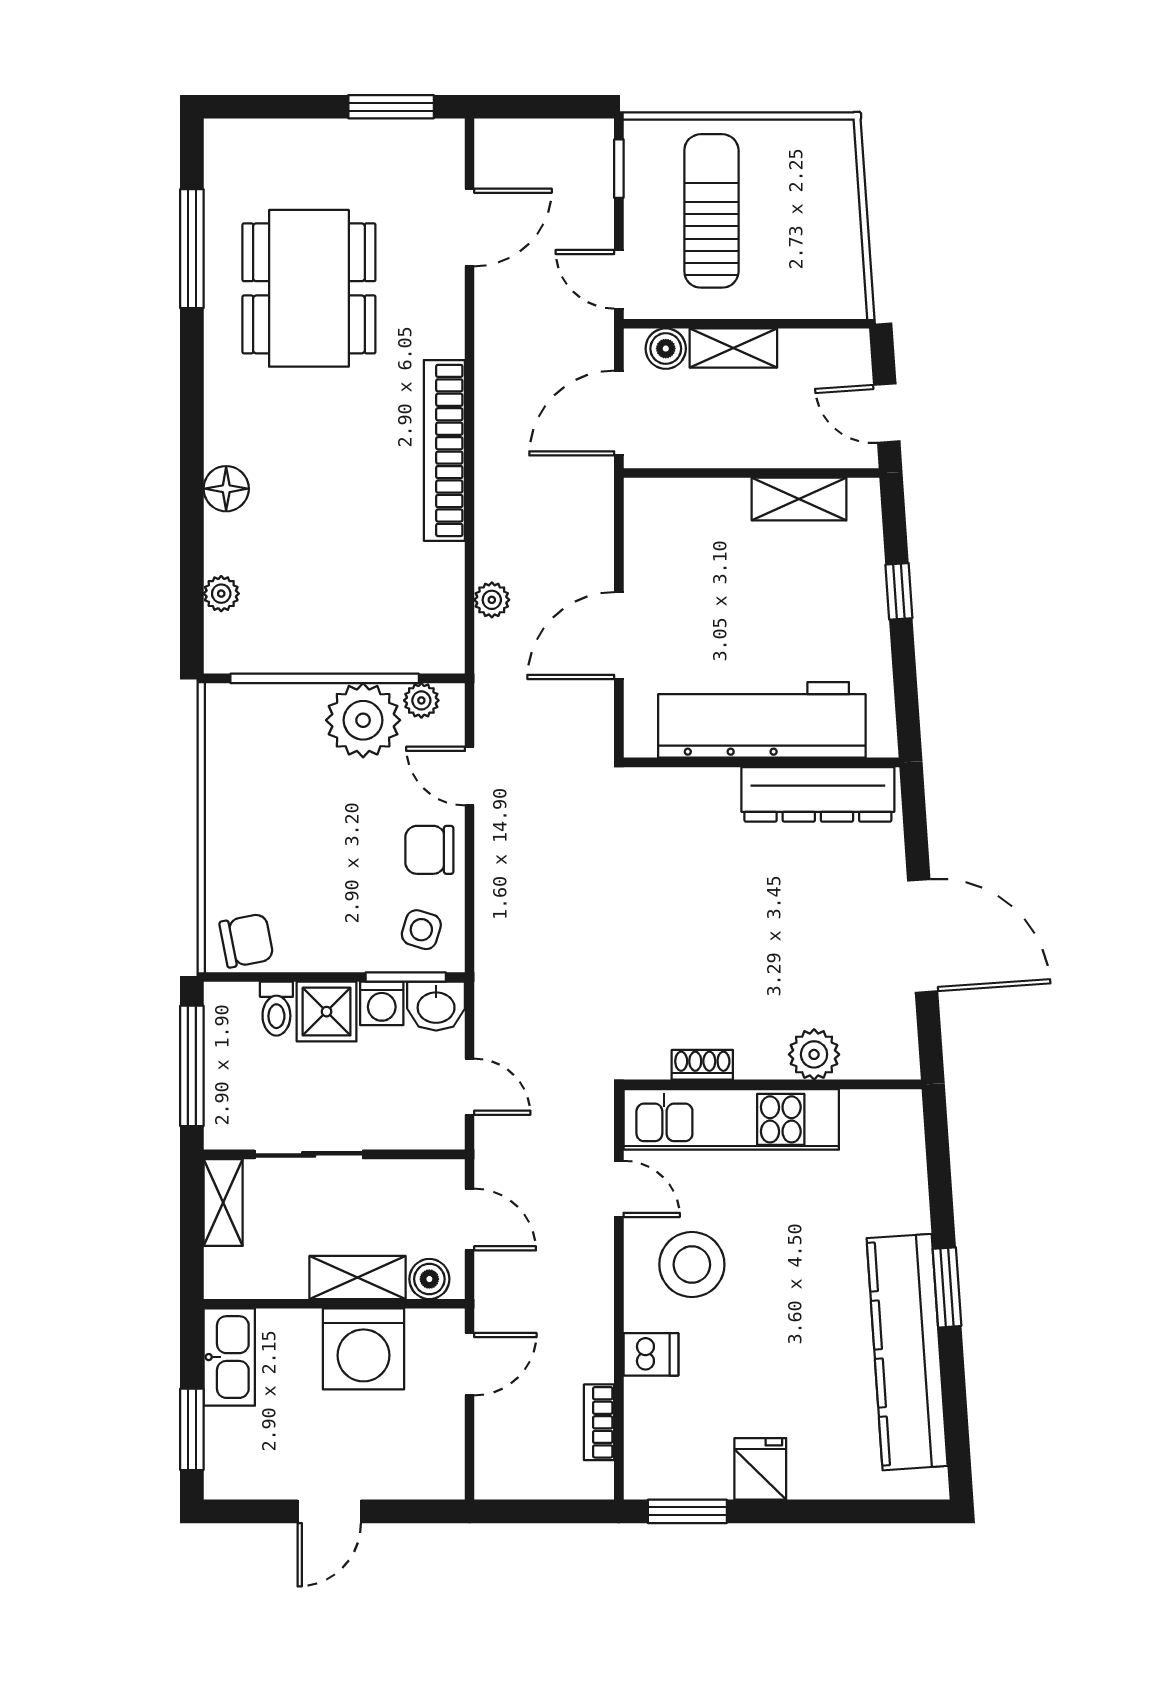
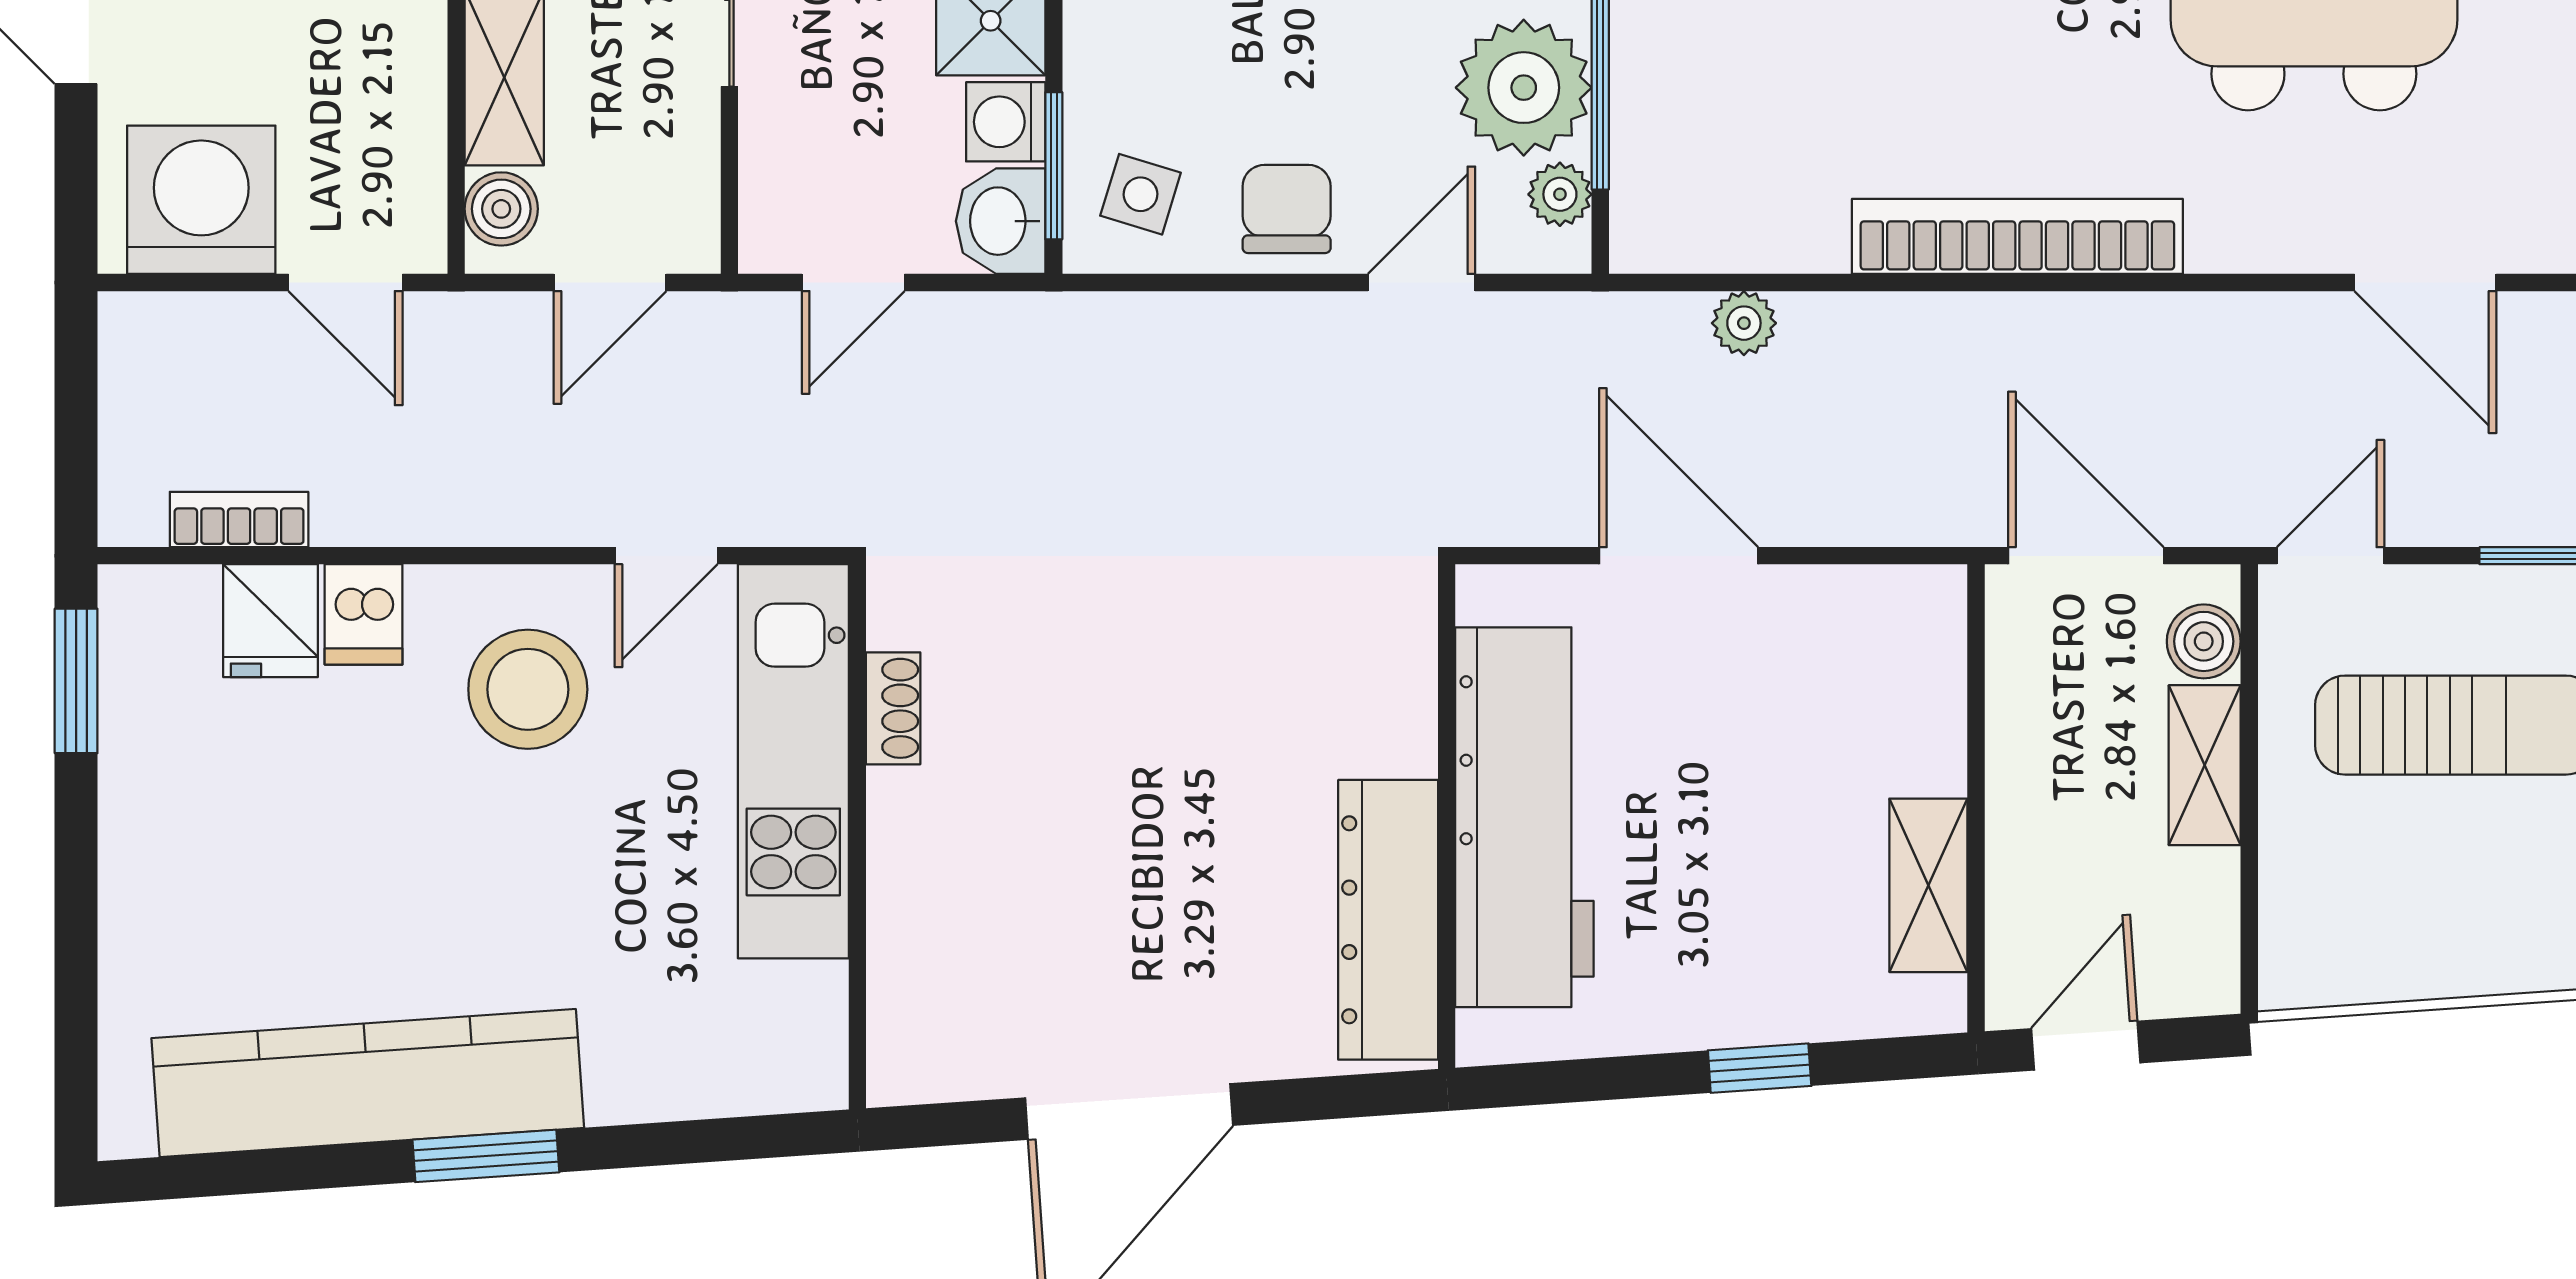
plant: (814, 1054) -> (912, 913), removed
washing machine: (363, 1349) -> (201, 200), moved, turned 90
fridge: (760, 1469) -> (271, 621), moved, turned 90

